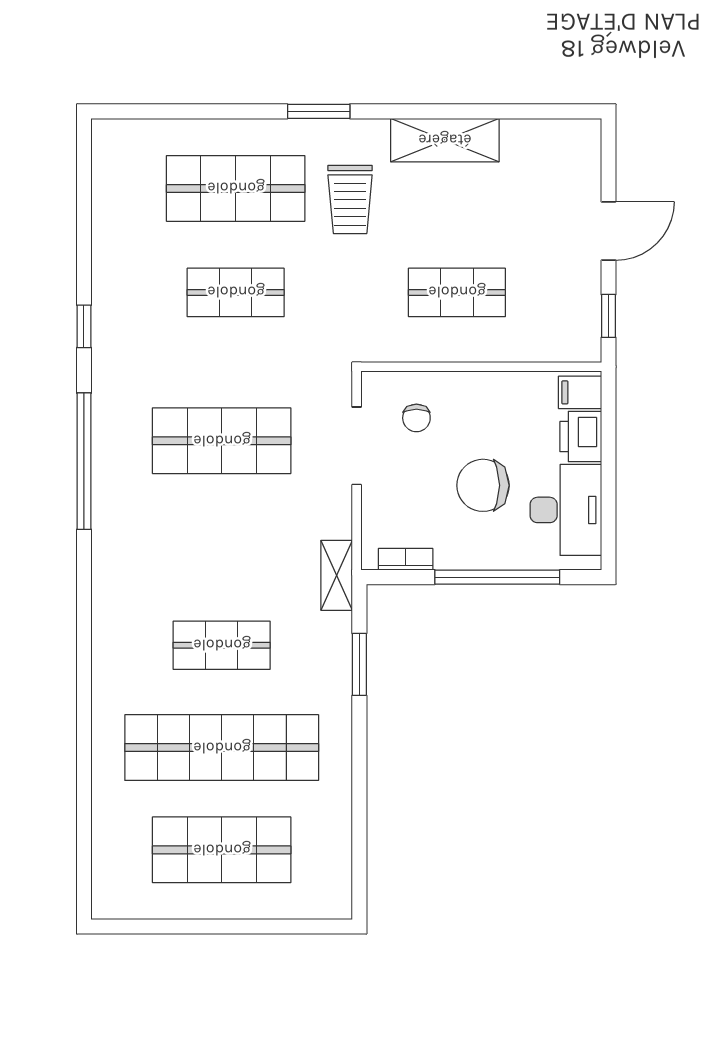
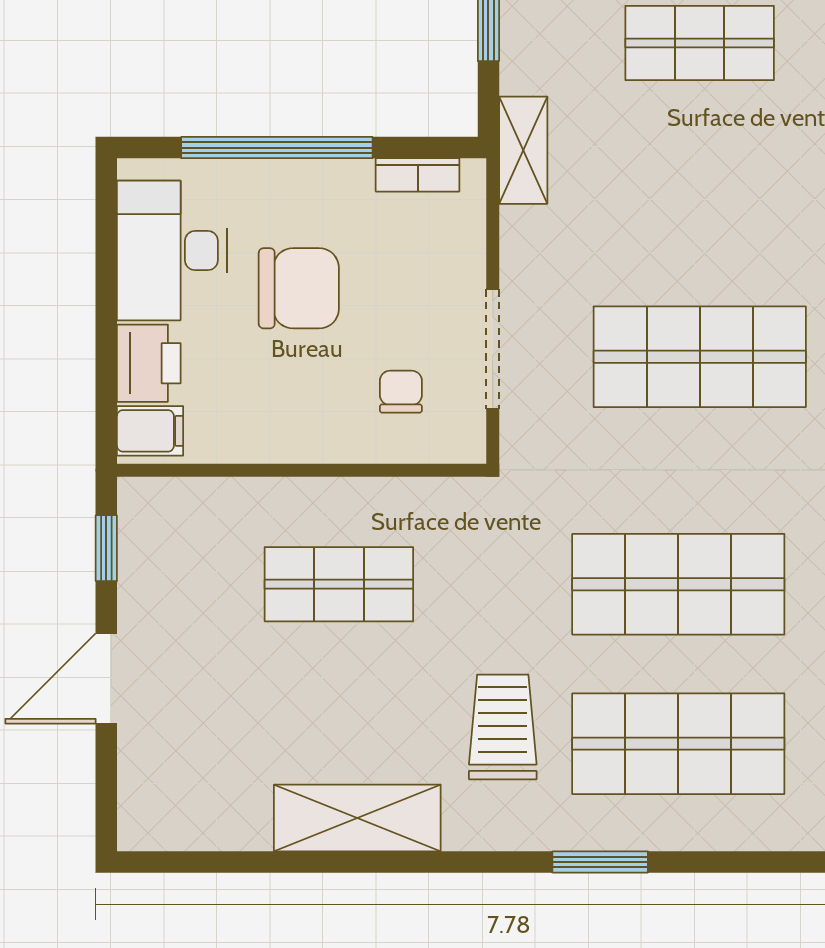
window: (319, 111) -> (600, 862), moved
shop shelf: (236, 292) -> (678, 584), width x1.43, depth x1.36

